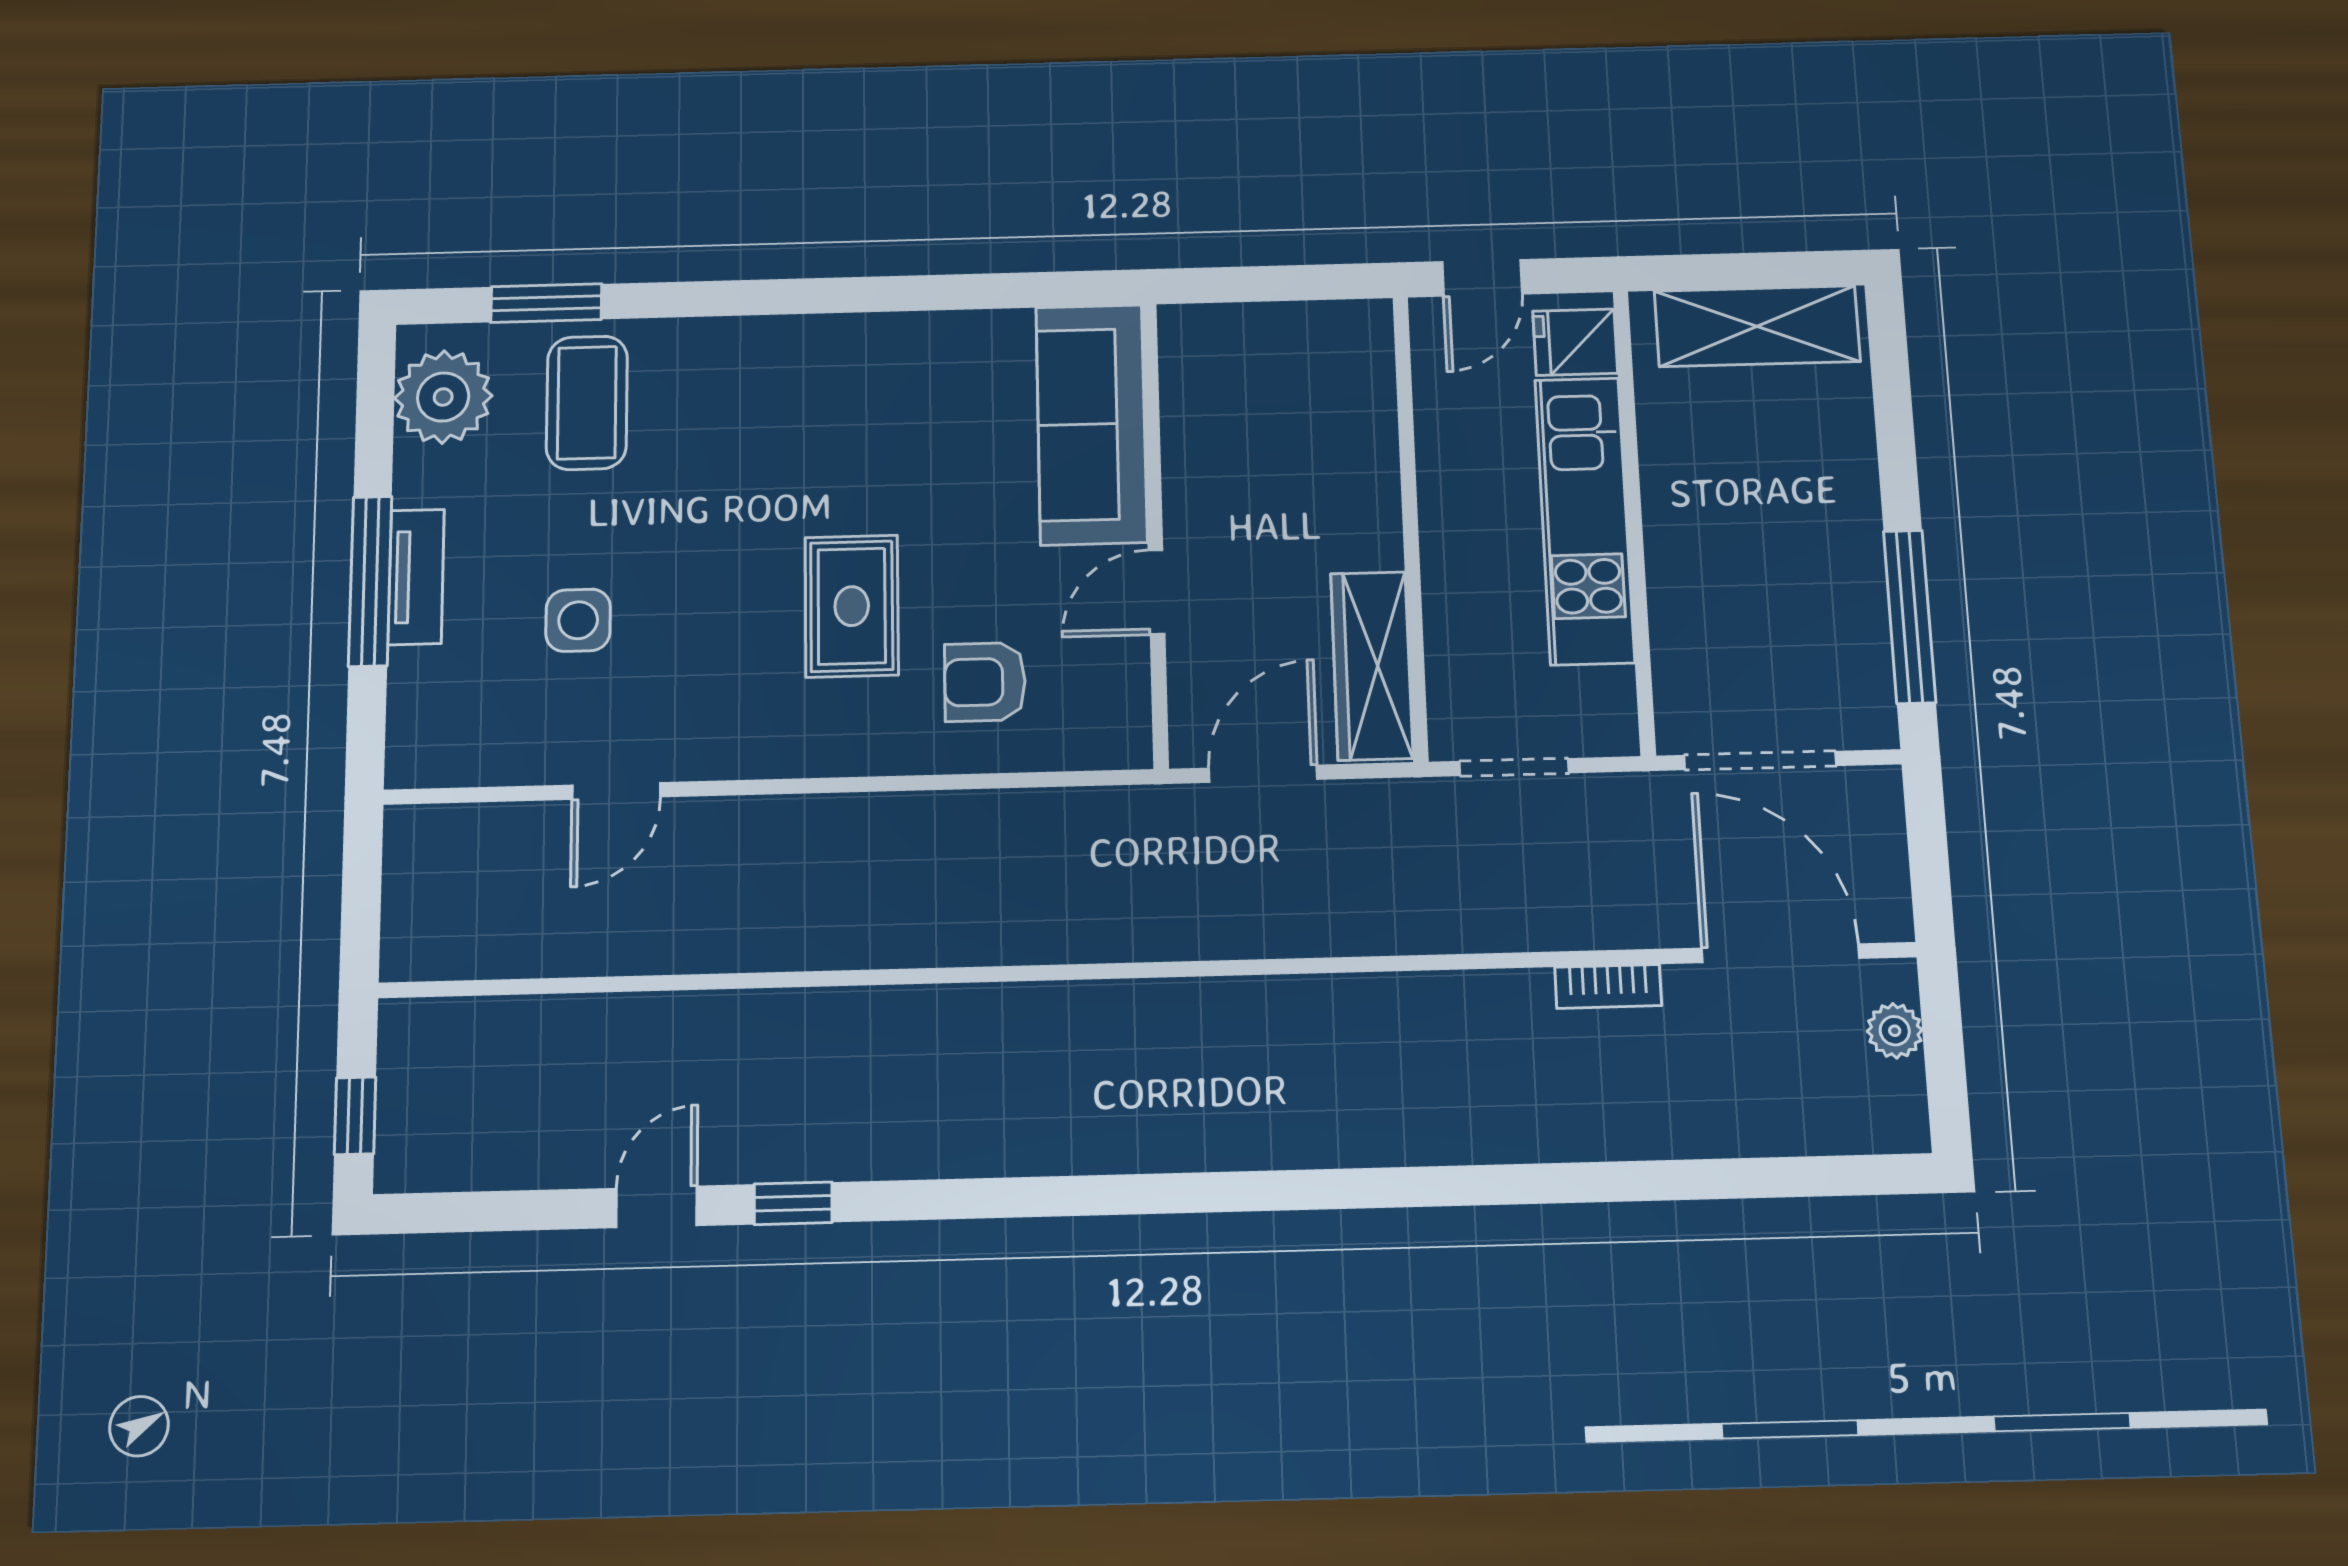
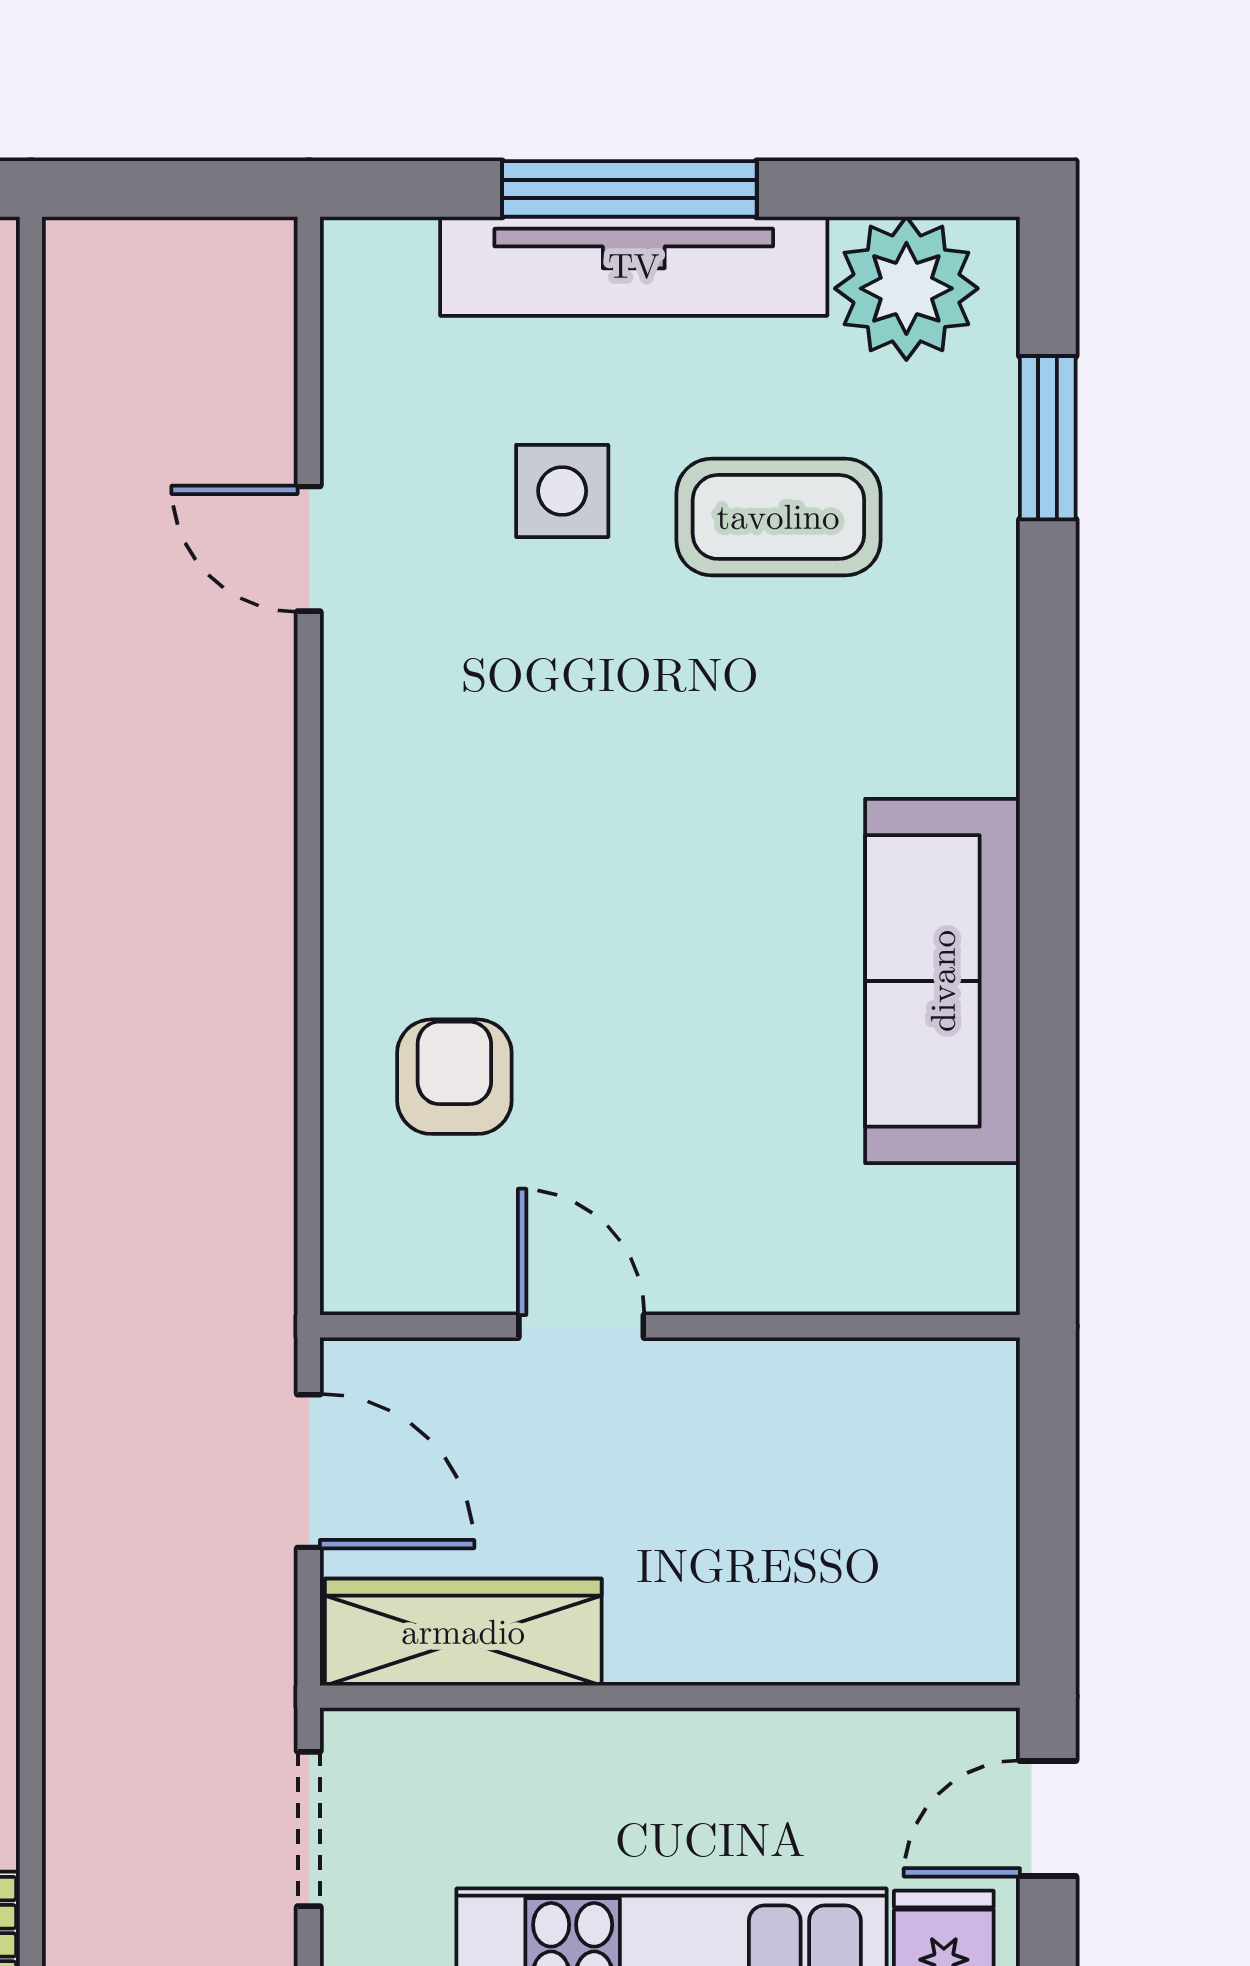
door: (1482, 278) -> (1048, 1818), hinge flipped
coffee table: (587, 403) -> (778, 517), moved
sofa: (1091, 424) -> (943, 981), moved, turned -90
tv unit: (416, 577) -> (634, 266), width x1.92, depth x1.29
rug: (852, 606) -> (572, 886), removed

